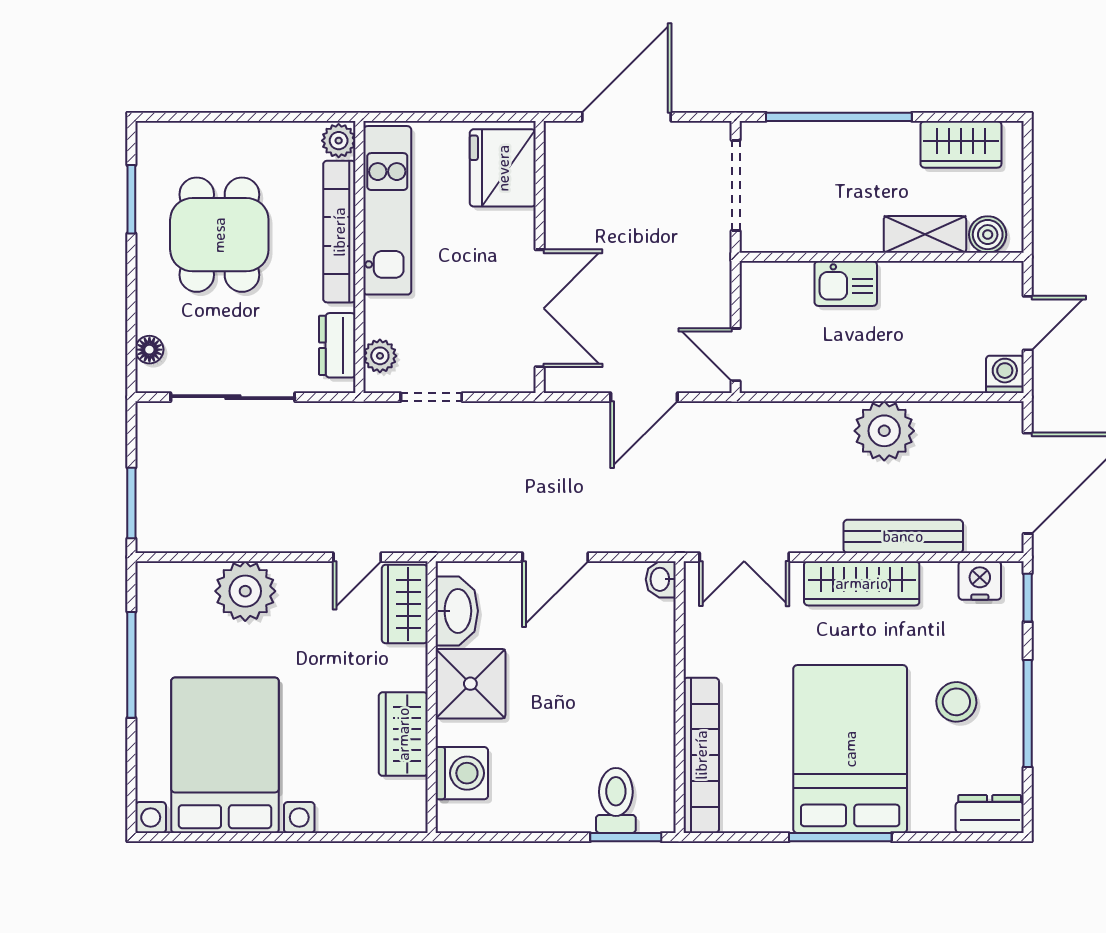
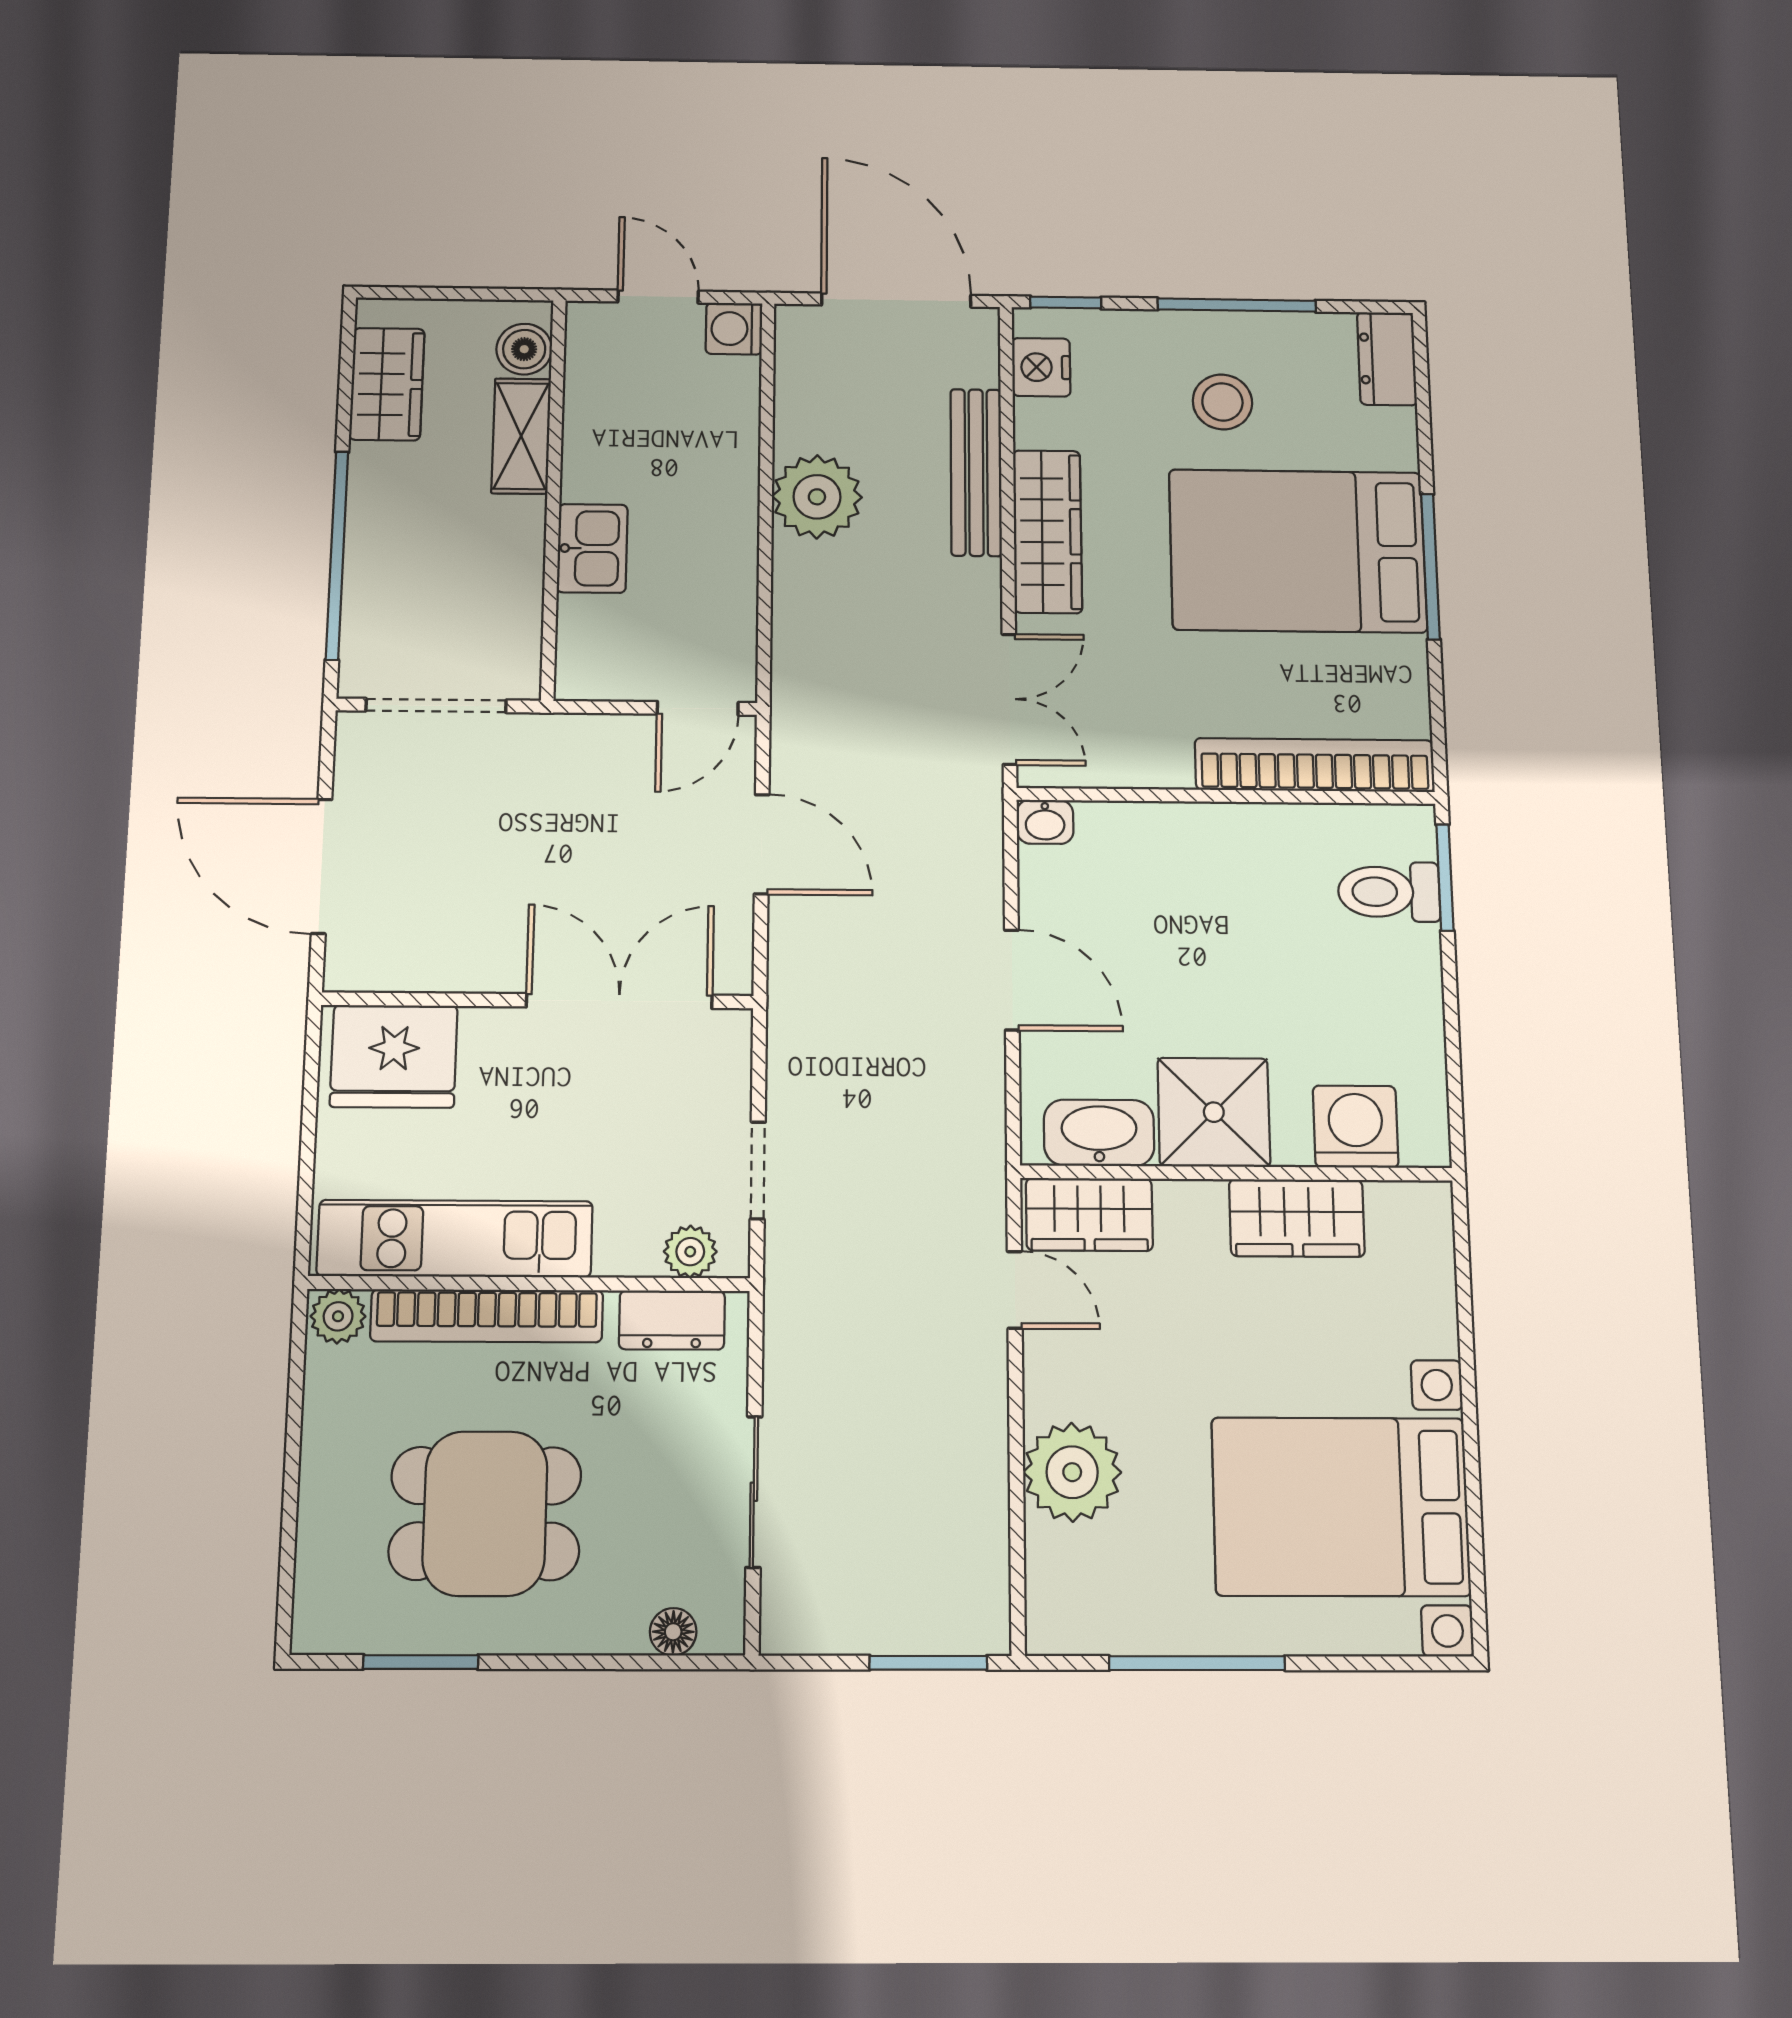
sliding door: (233, 397) -> (754, 1492), width x0.73

